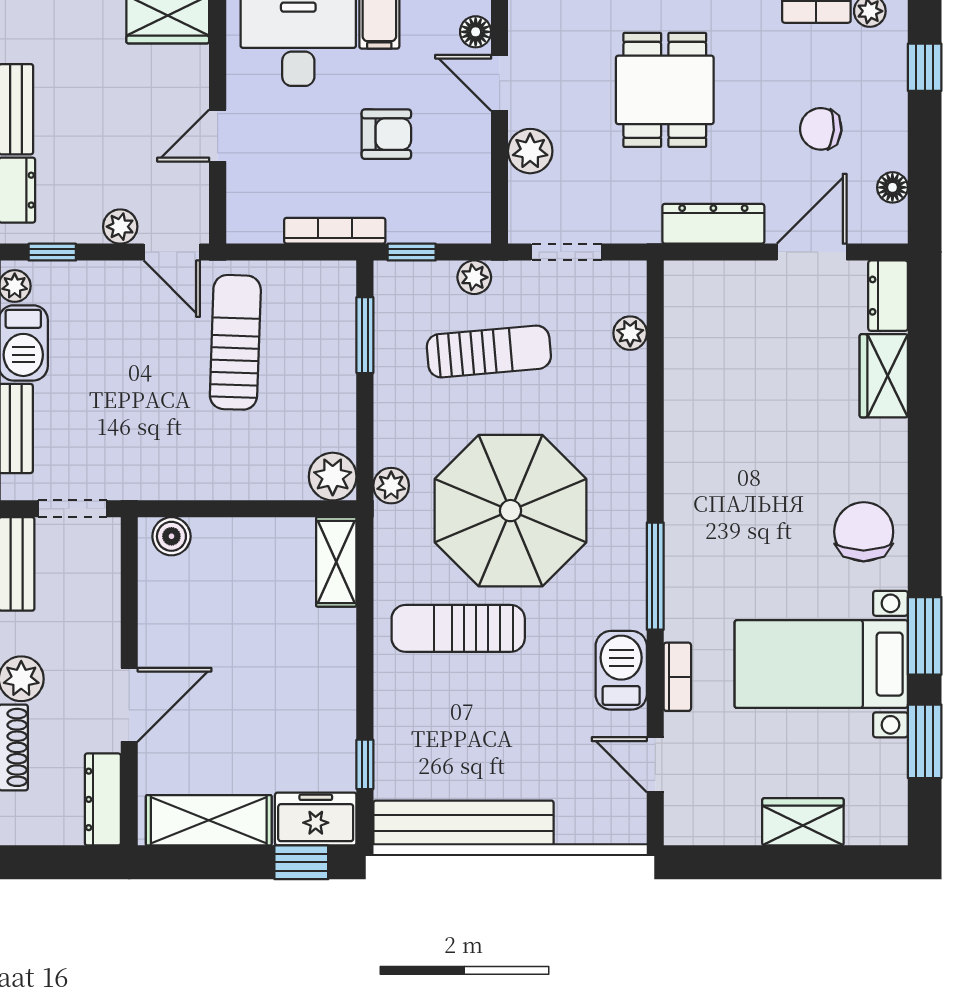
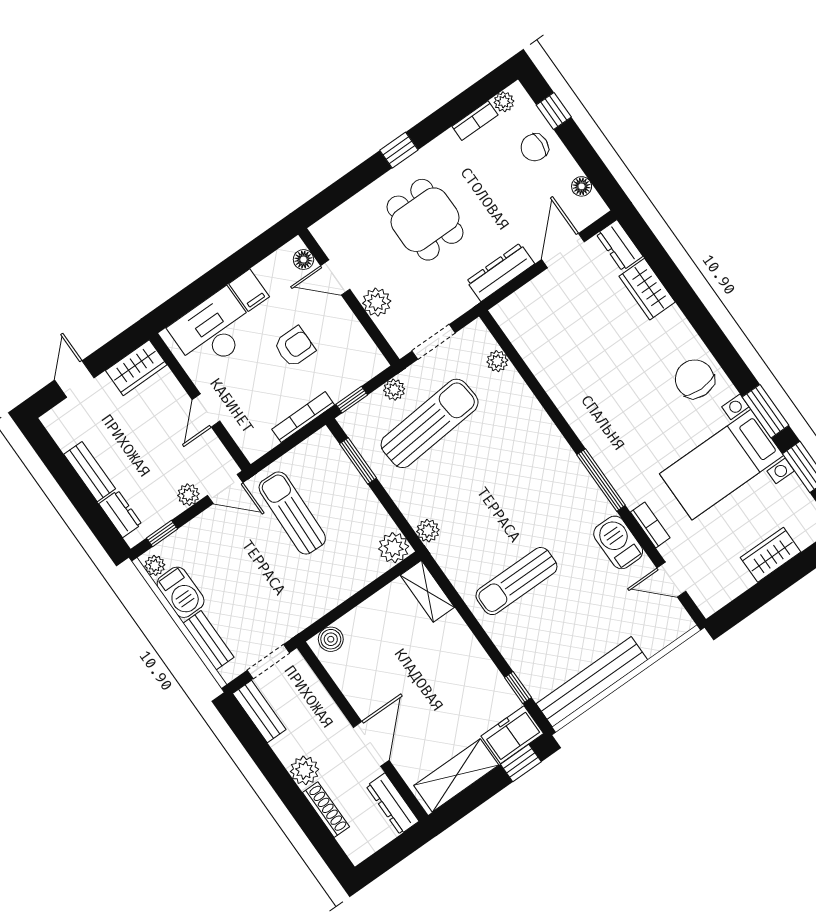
chair: (821, 129) -> (535, 147), moved
sun lounger: (489, 351) -> (430, 423), width x1.36, depth x1.34
parasol: (511, 511) -> (500, 499), removed

